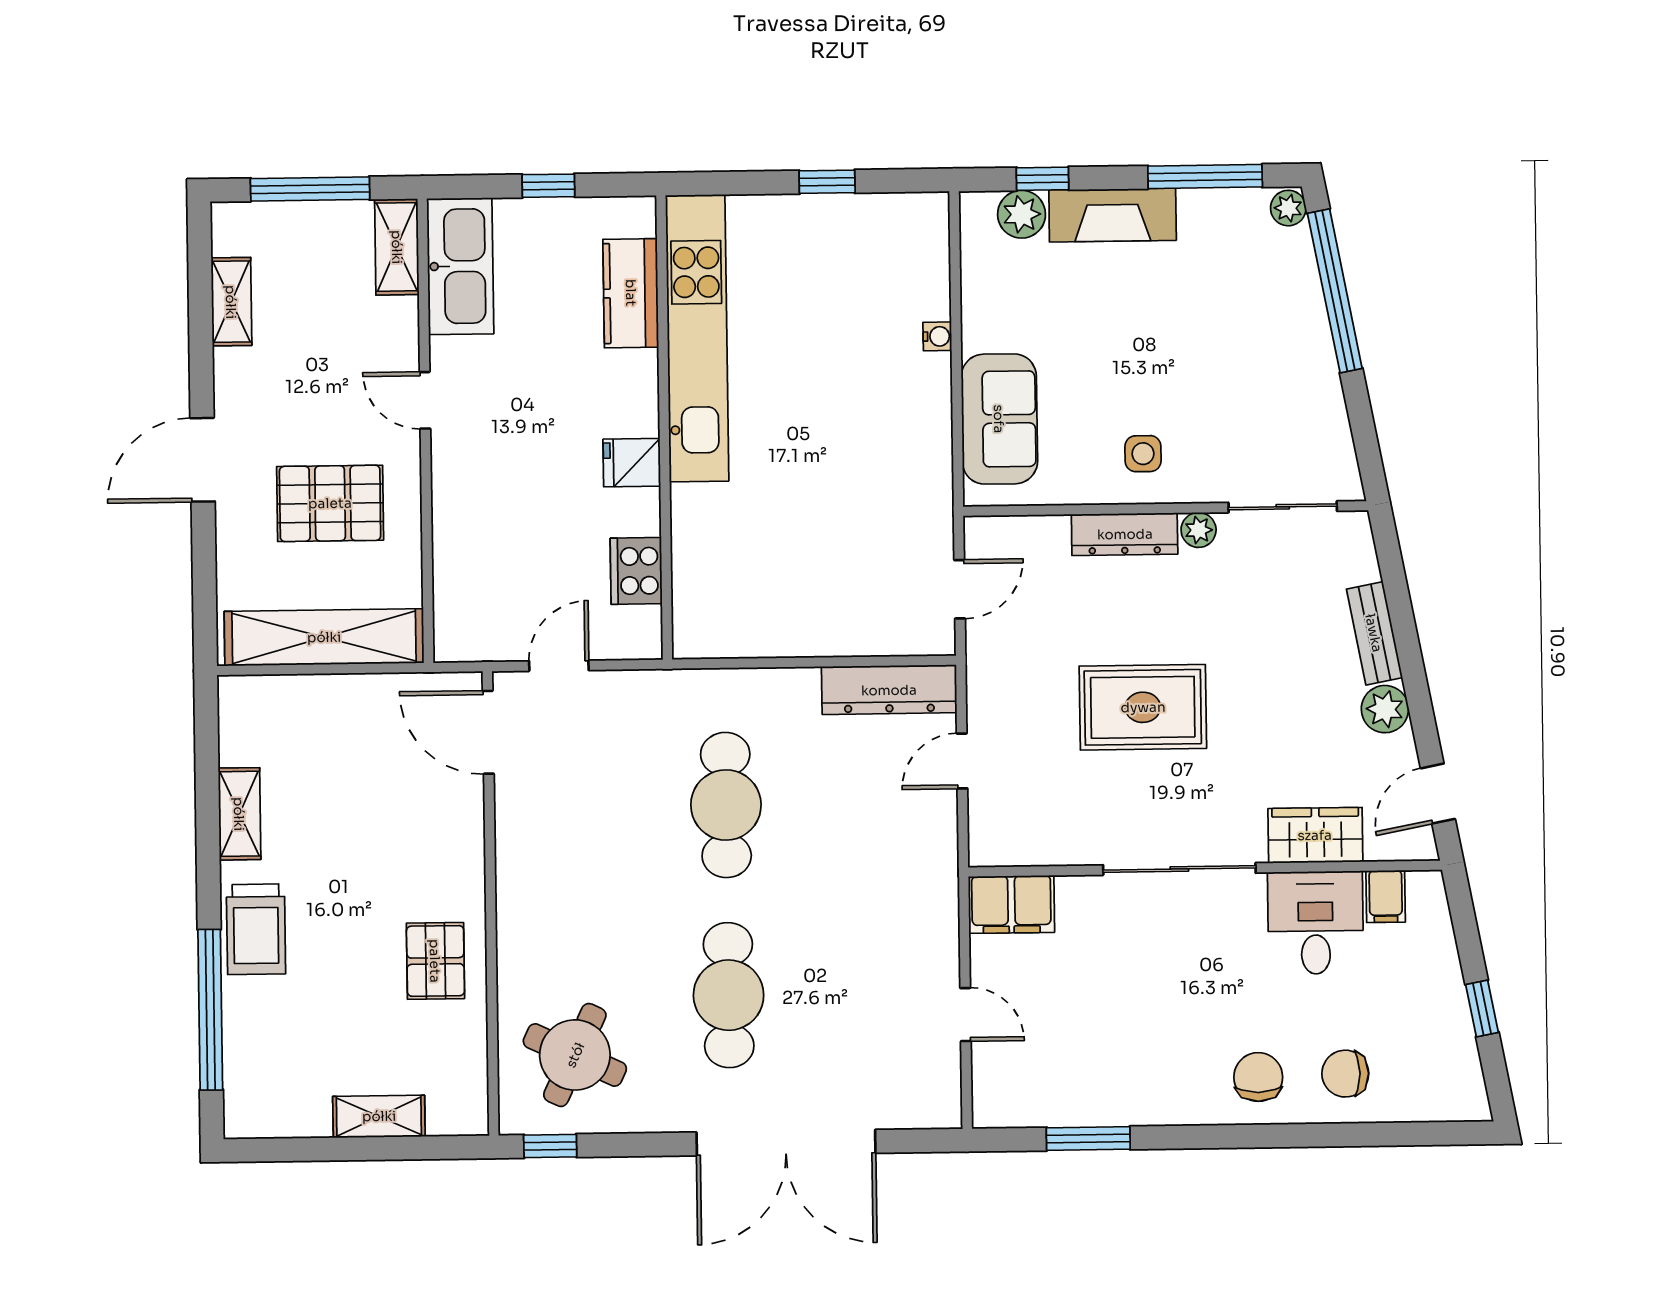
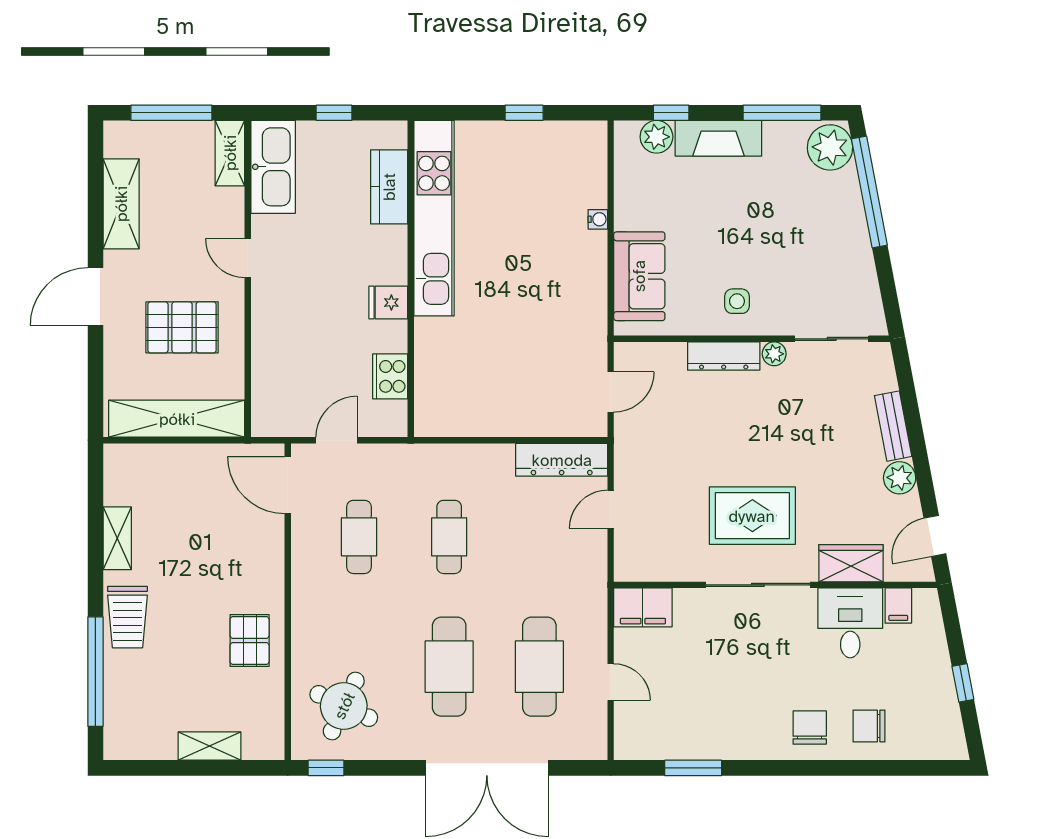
plant: (1288, 208) -> (830, 147), width x1.88, depth x1.88
shelving: (231, 302) -> (121, 204), width x1.50, depth x1.33
rug: (1143, 707) -> (752, 516), moved
cafe table: (726, 805) -> (449, 537), width x0.73, depth x0.74
cafe table: (594, 807) -> (359, 537), added
cafe table: (861, 993) -> (539, 667), added

